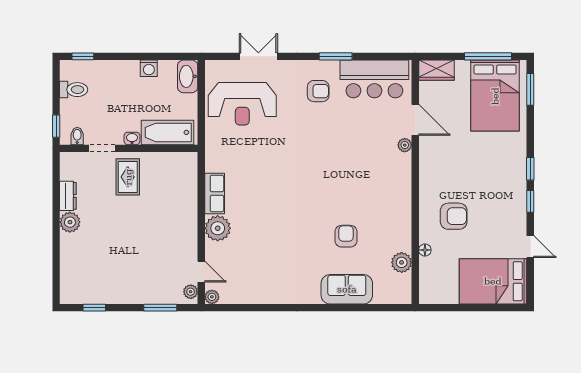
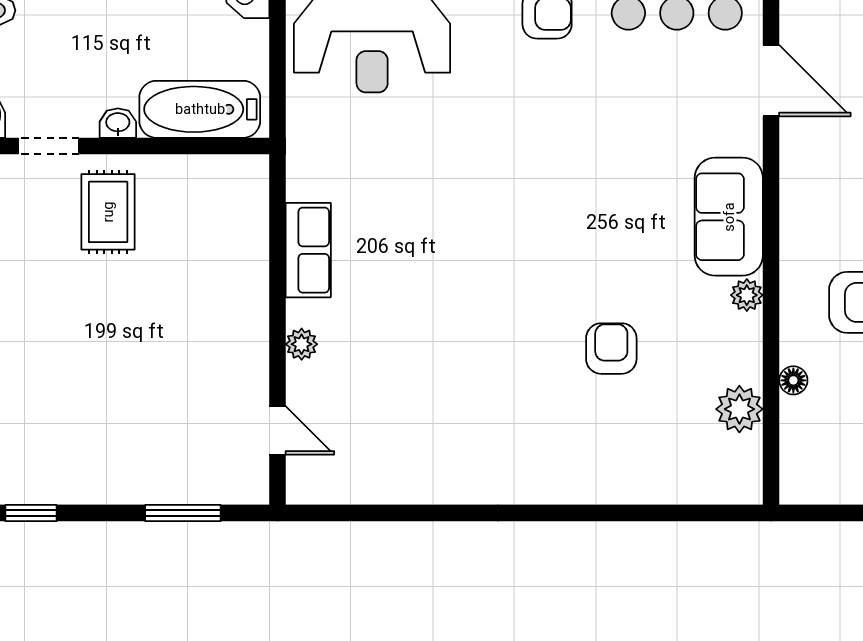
plant: (405, 145) -> (747, 295), moved
plant: (218, 228) -> (302, 344), width x0.53, depth x0.53
sofa: (347, 289) -> (729, 217), moved, turned -90
plant: (191, 292) -> (253, 477), removed
plant: (212, 297) -> (302, 489), removed

